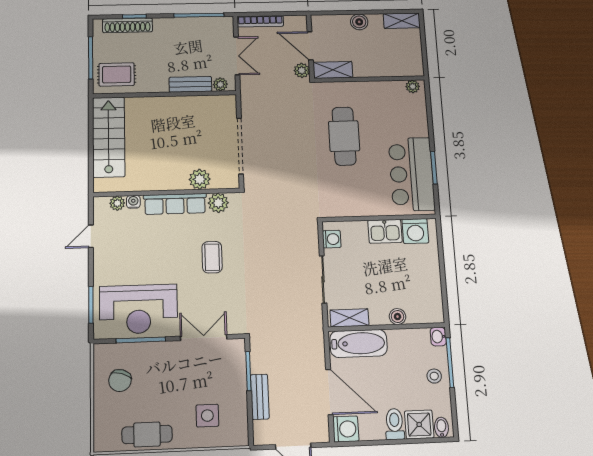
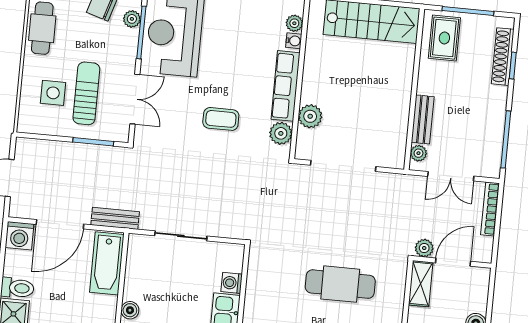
washing machine: (332, 239) -> (232, 283), moved, turned 90
shelving: (349, 318) -> (135, 258), removed
plant: (129, 350) -> (132, 19), added
sun lounger: (204, 384) -> (86, 93), added
bench: (260, 397) -> (115, 218), moved

